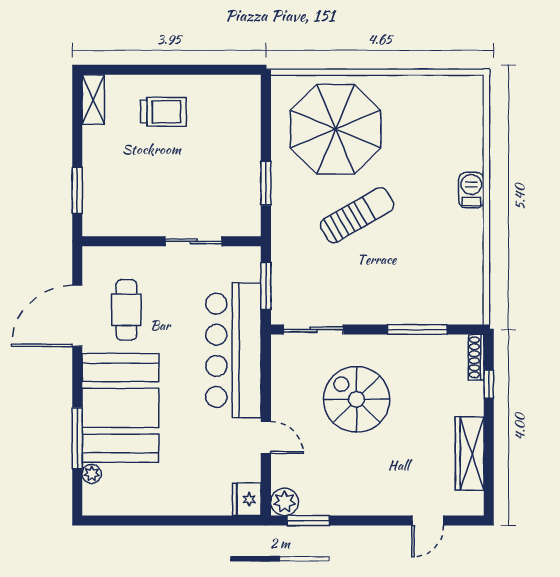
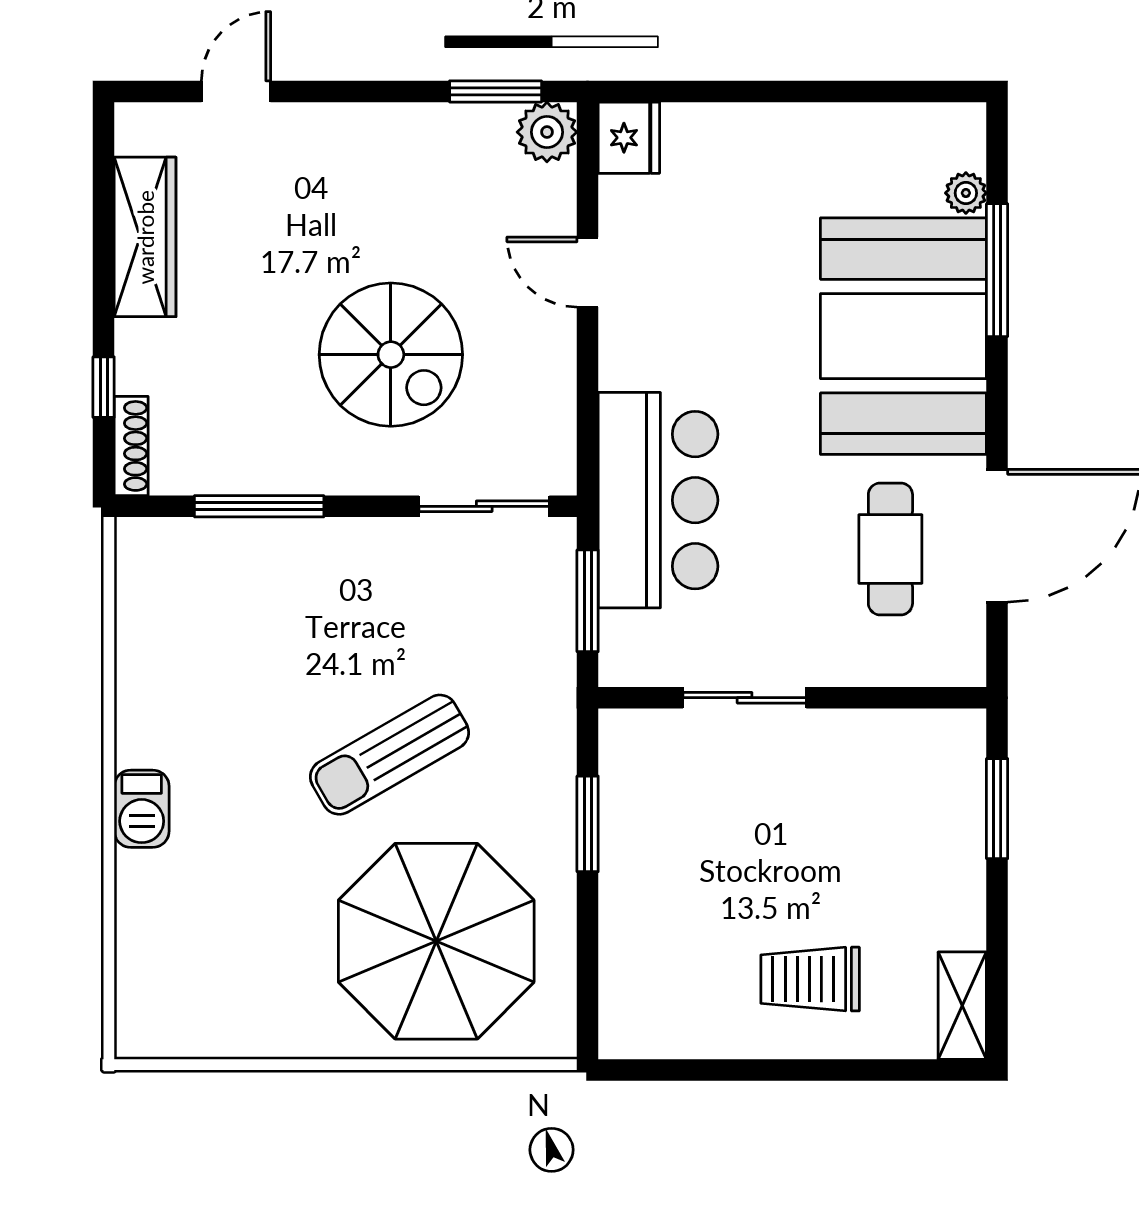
bar counter: (233, 350) -> (658, 500), width x0.73

